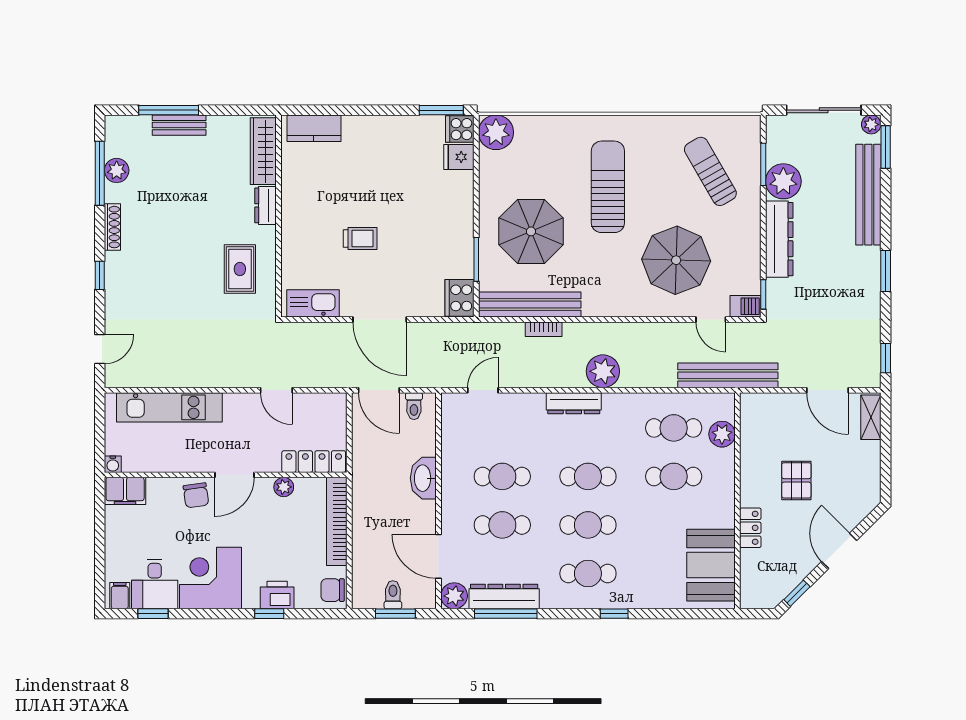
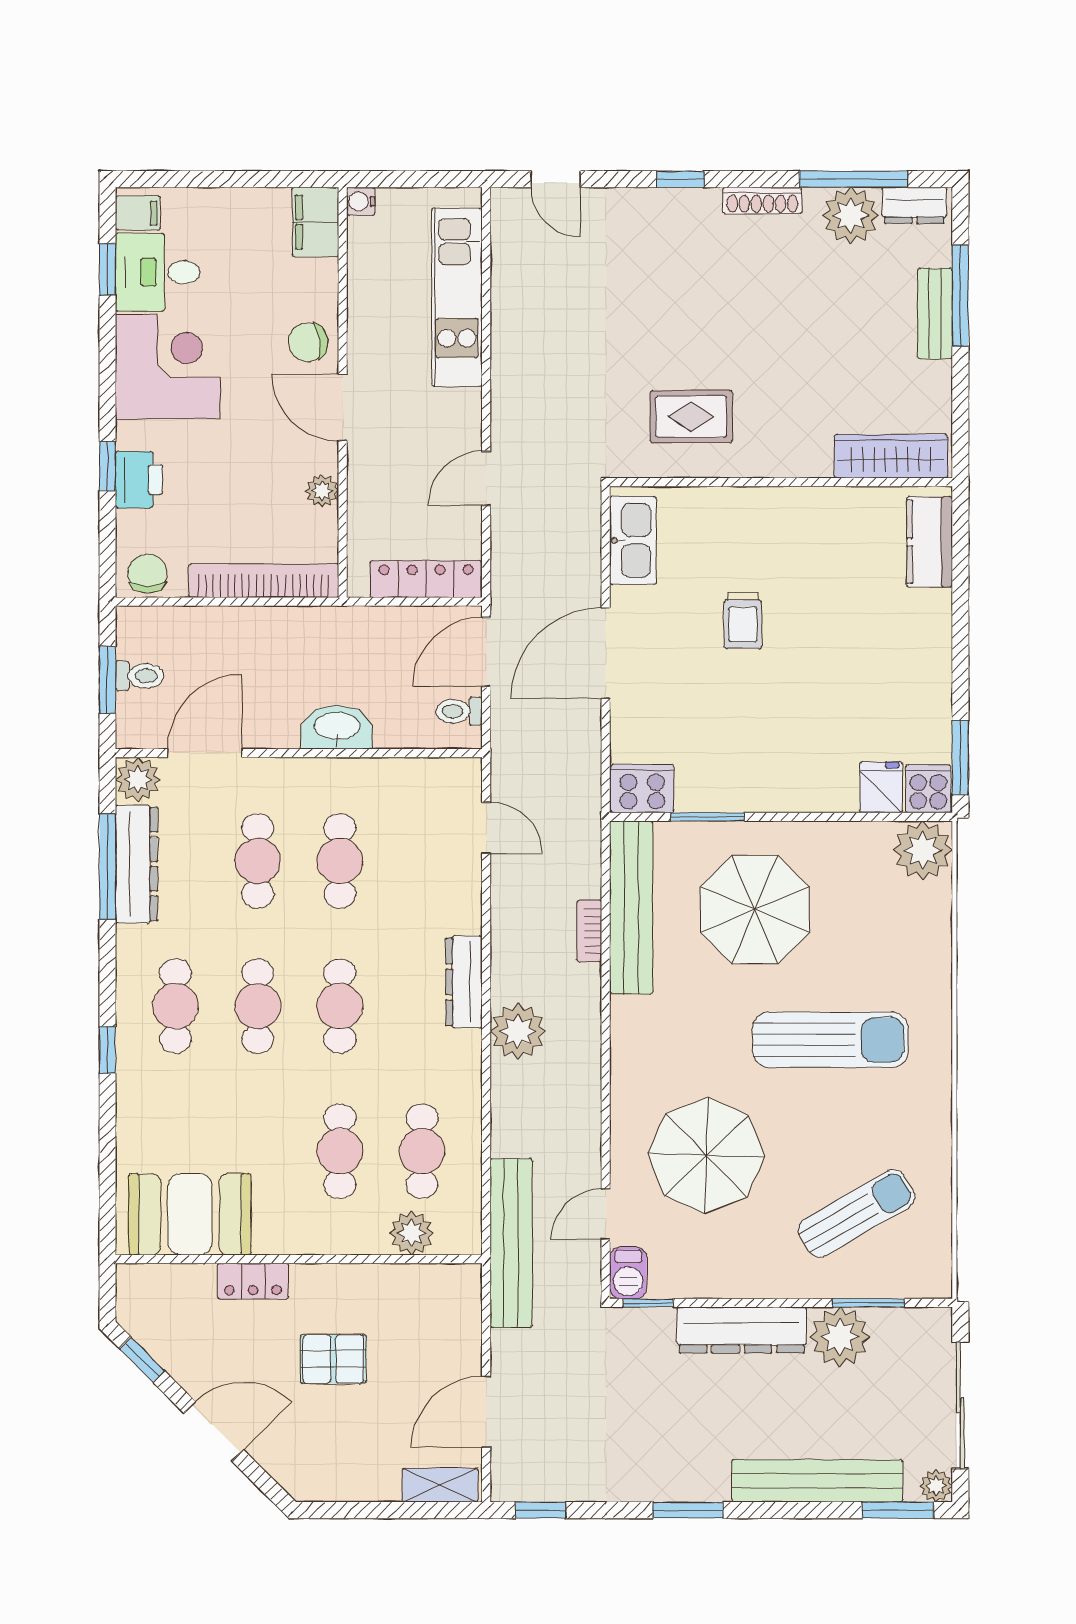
plant: (117, 170) -> (851, 215), width x1.36, depth x1.36
dresser: (265, 205) -> (914, 205), moved, turned 180
locker: (314, 462) -> (426, 579), moved, turned -90

